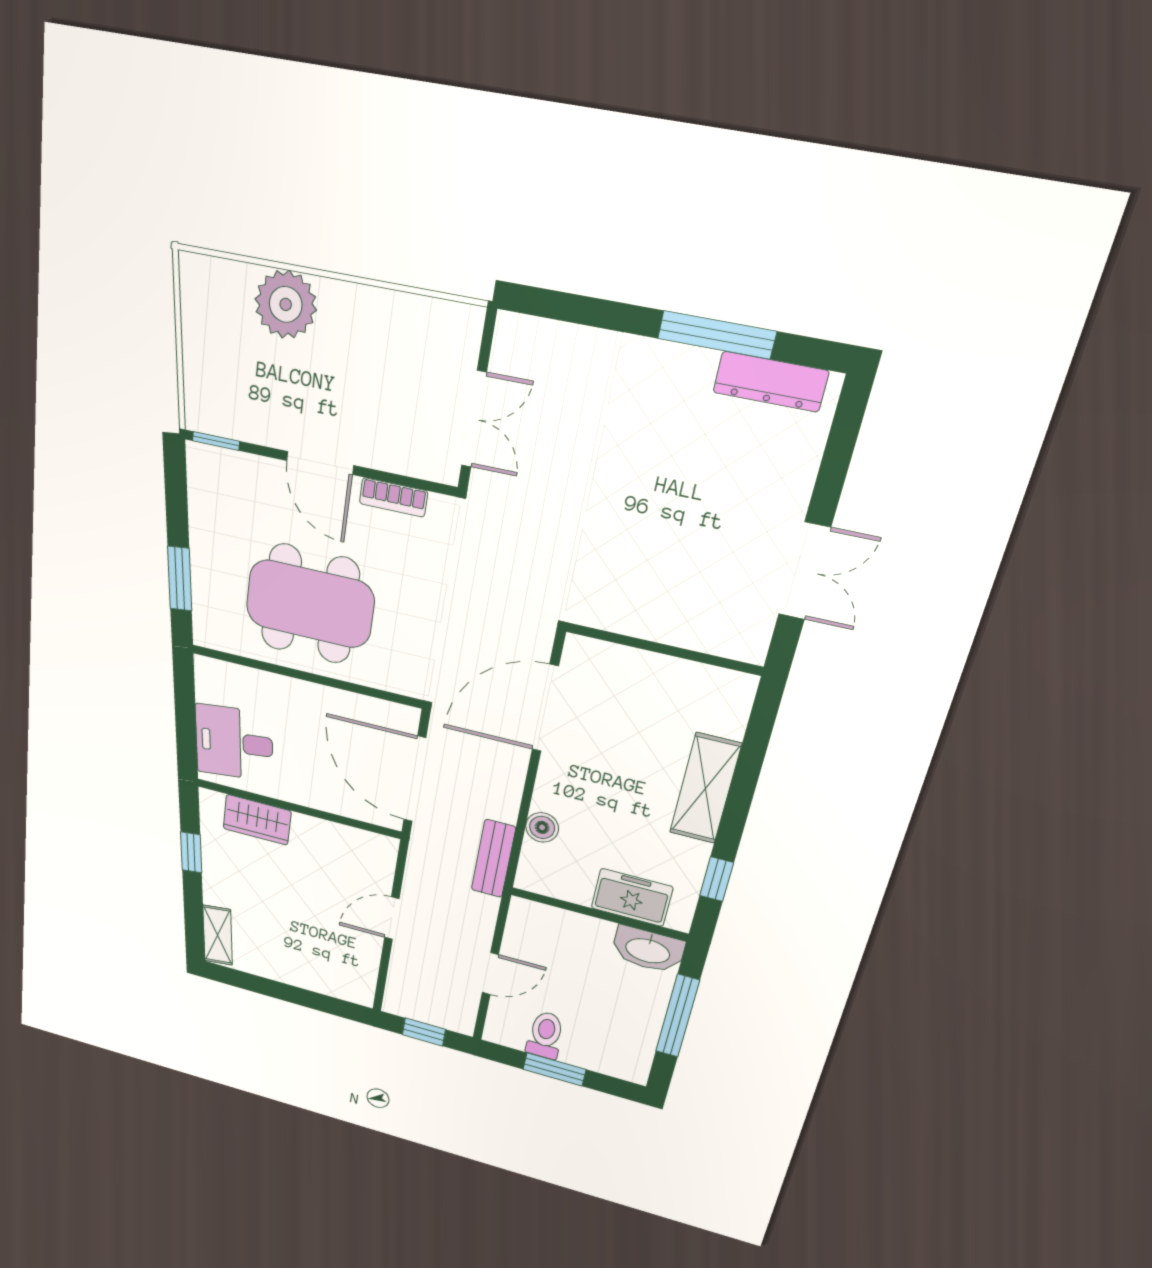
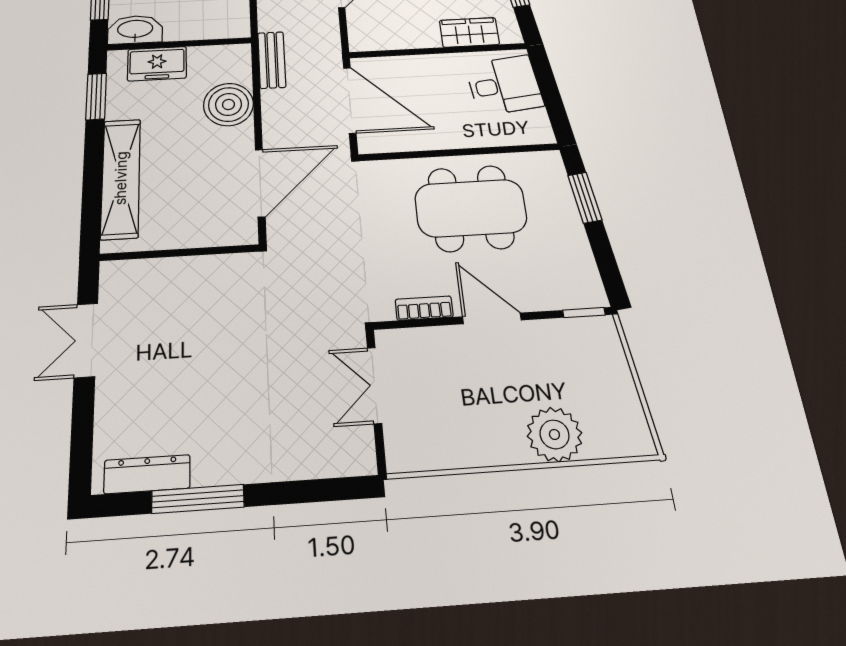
shelving: (705, 788) -> (121, 178), width x1.47
boiler: (542, 827) -> (228, 104), width x1.86, depth x1.86
window: (717, 879) -> (96, 96), width x1.50

